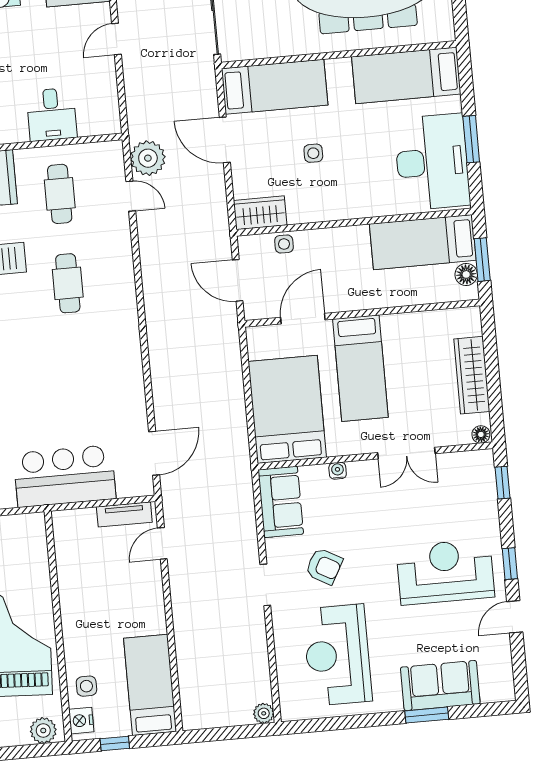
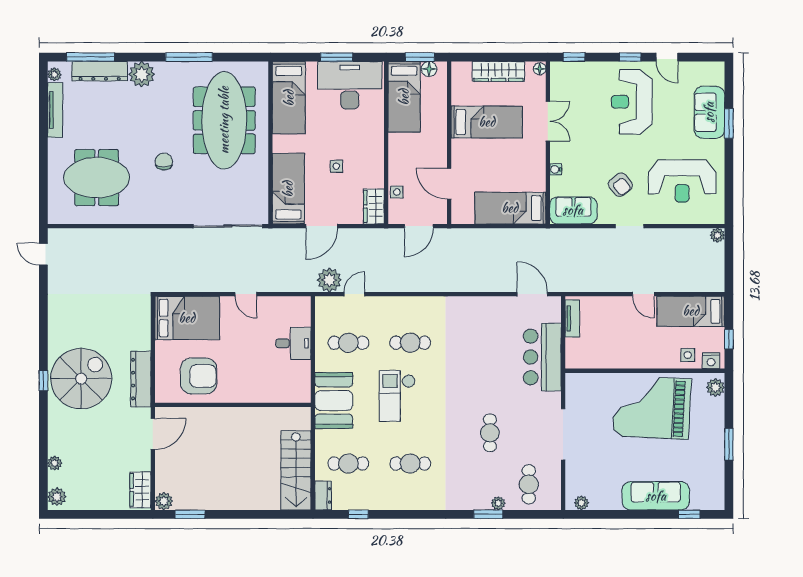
bed: (360, 368) -> (487, 122), moved
bed: (287, 409) -> (510, 208), width x0.67
door: (162, 543) -> (643, 294), moved
armchair: (324, 566) -> (620, 185), turned 112

